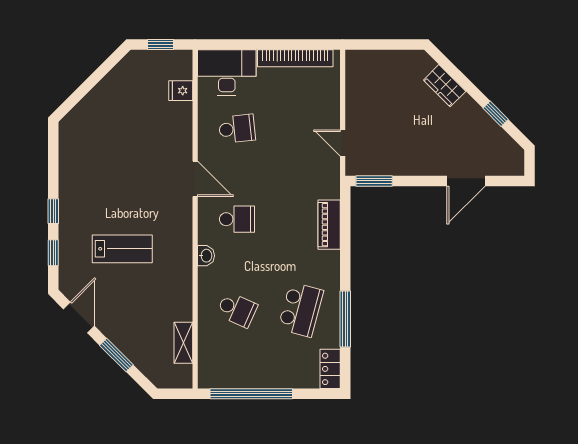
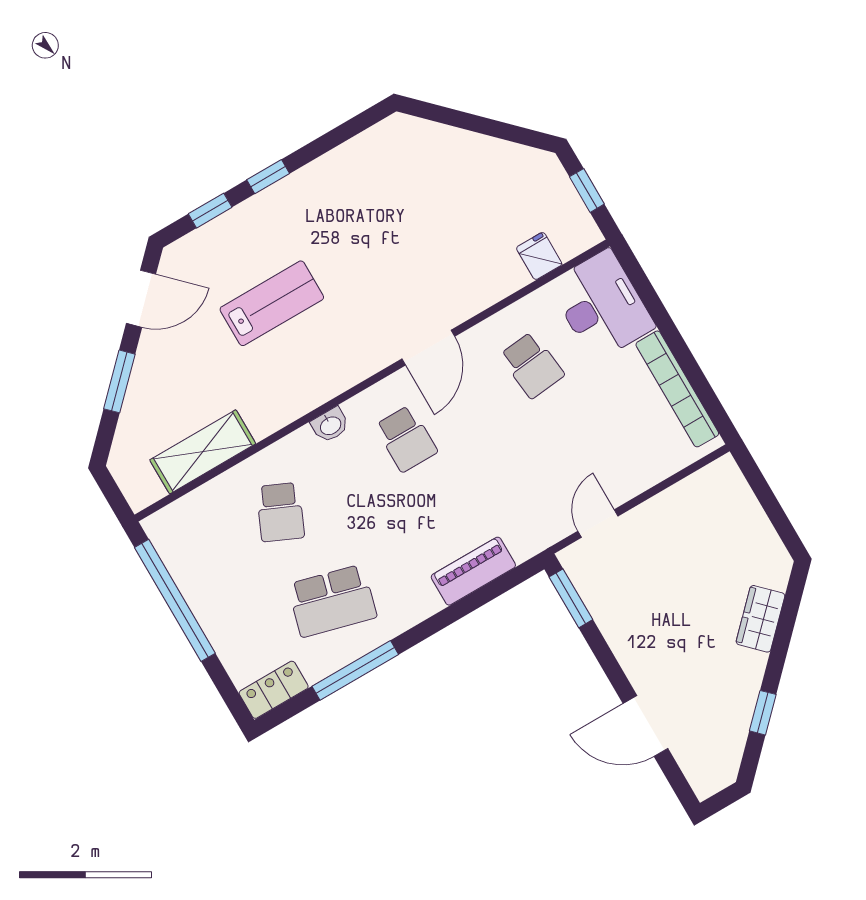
lab bench: (122, 249) -> (272, 303), turned -90
shelving: (183, 343) -> (203, 452), width x1.50, depth x1.33

